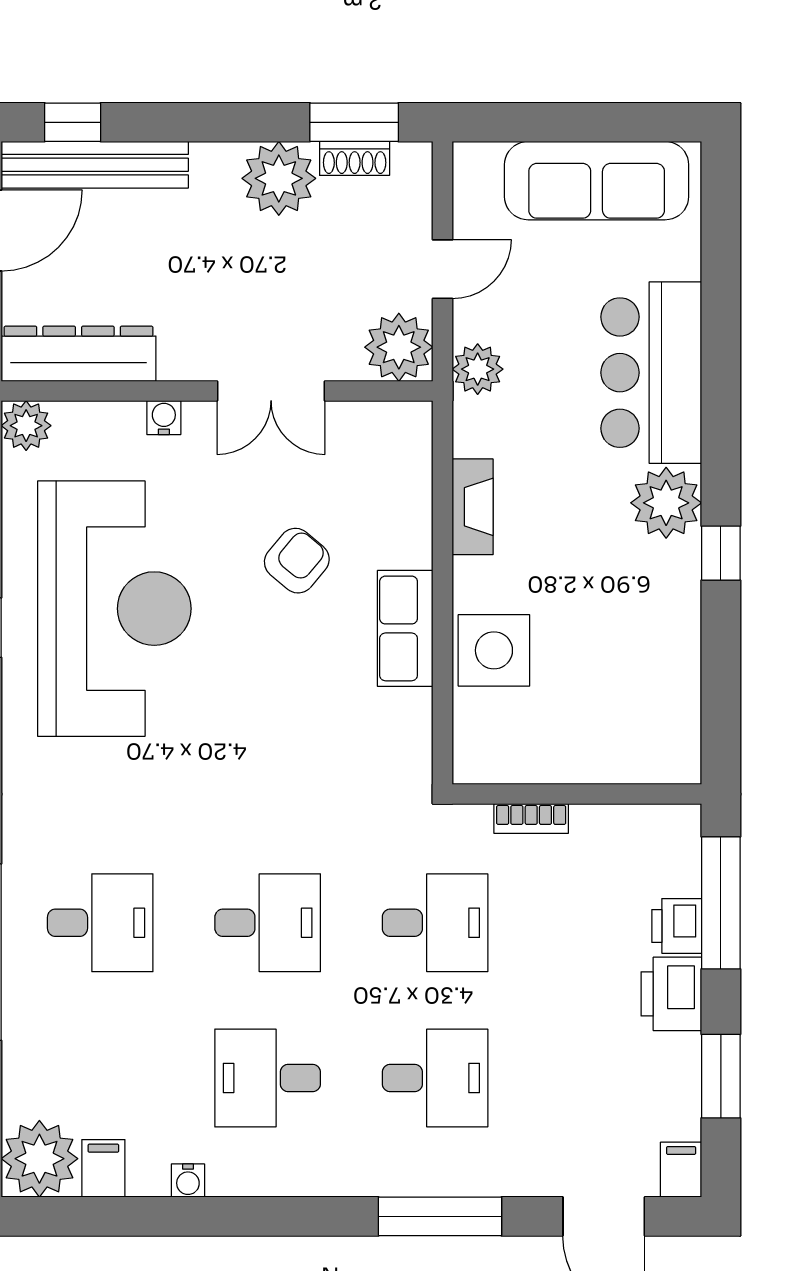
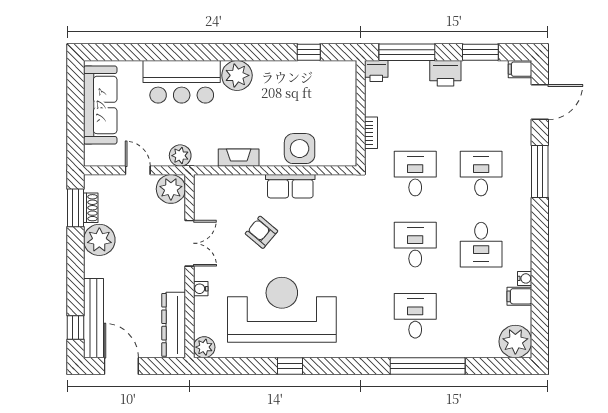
window: (721, 553) -> (309, 52), moved
printer: (677, 926) -> (376, 71), moved
filing cabinet: (103, 1168) -> (519, 296), moved

